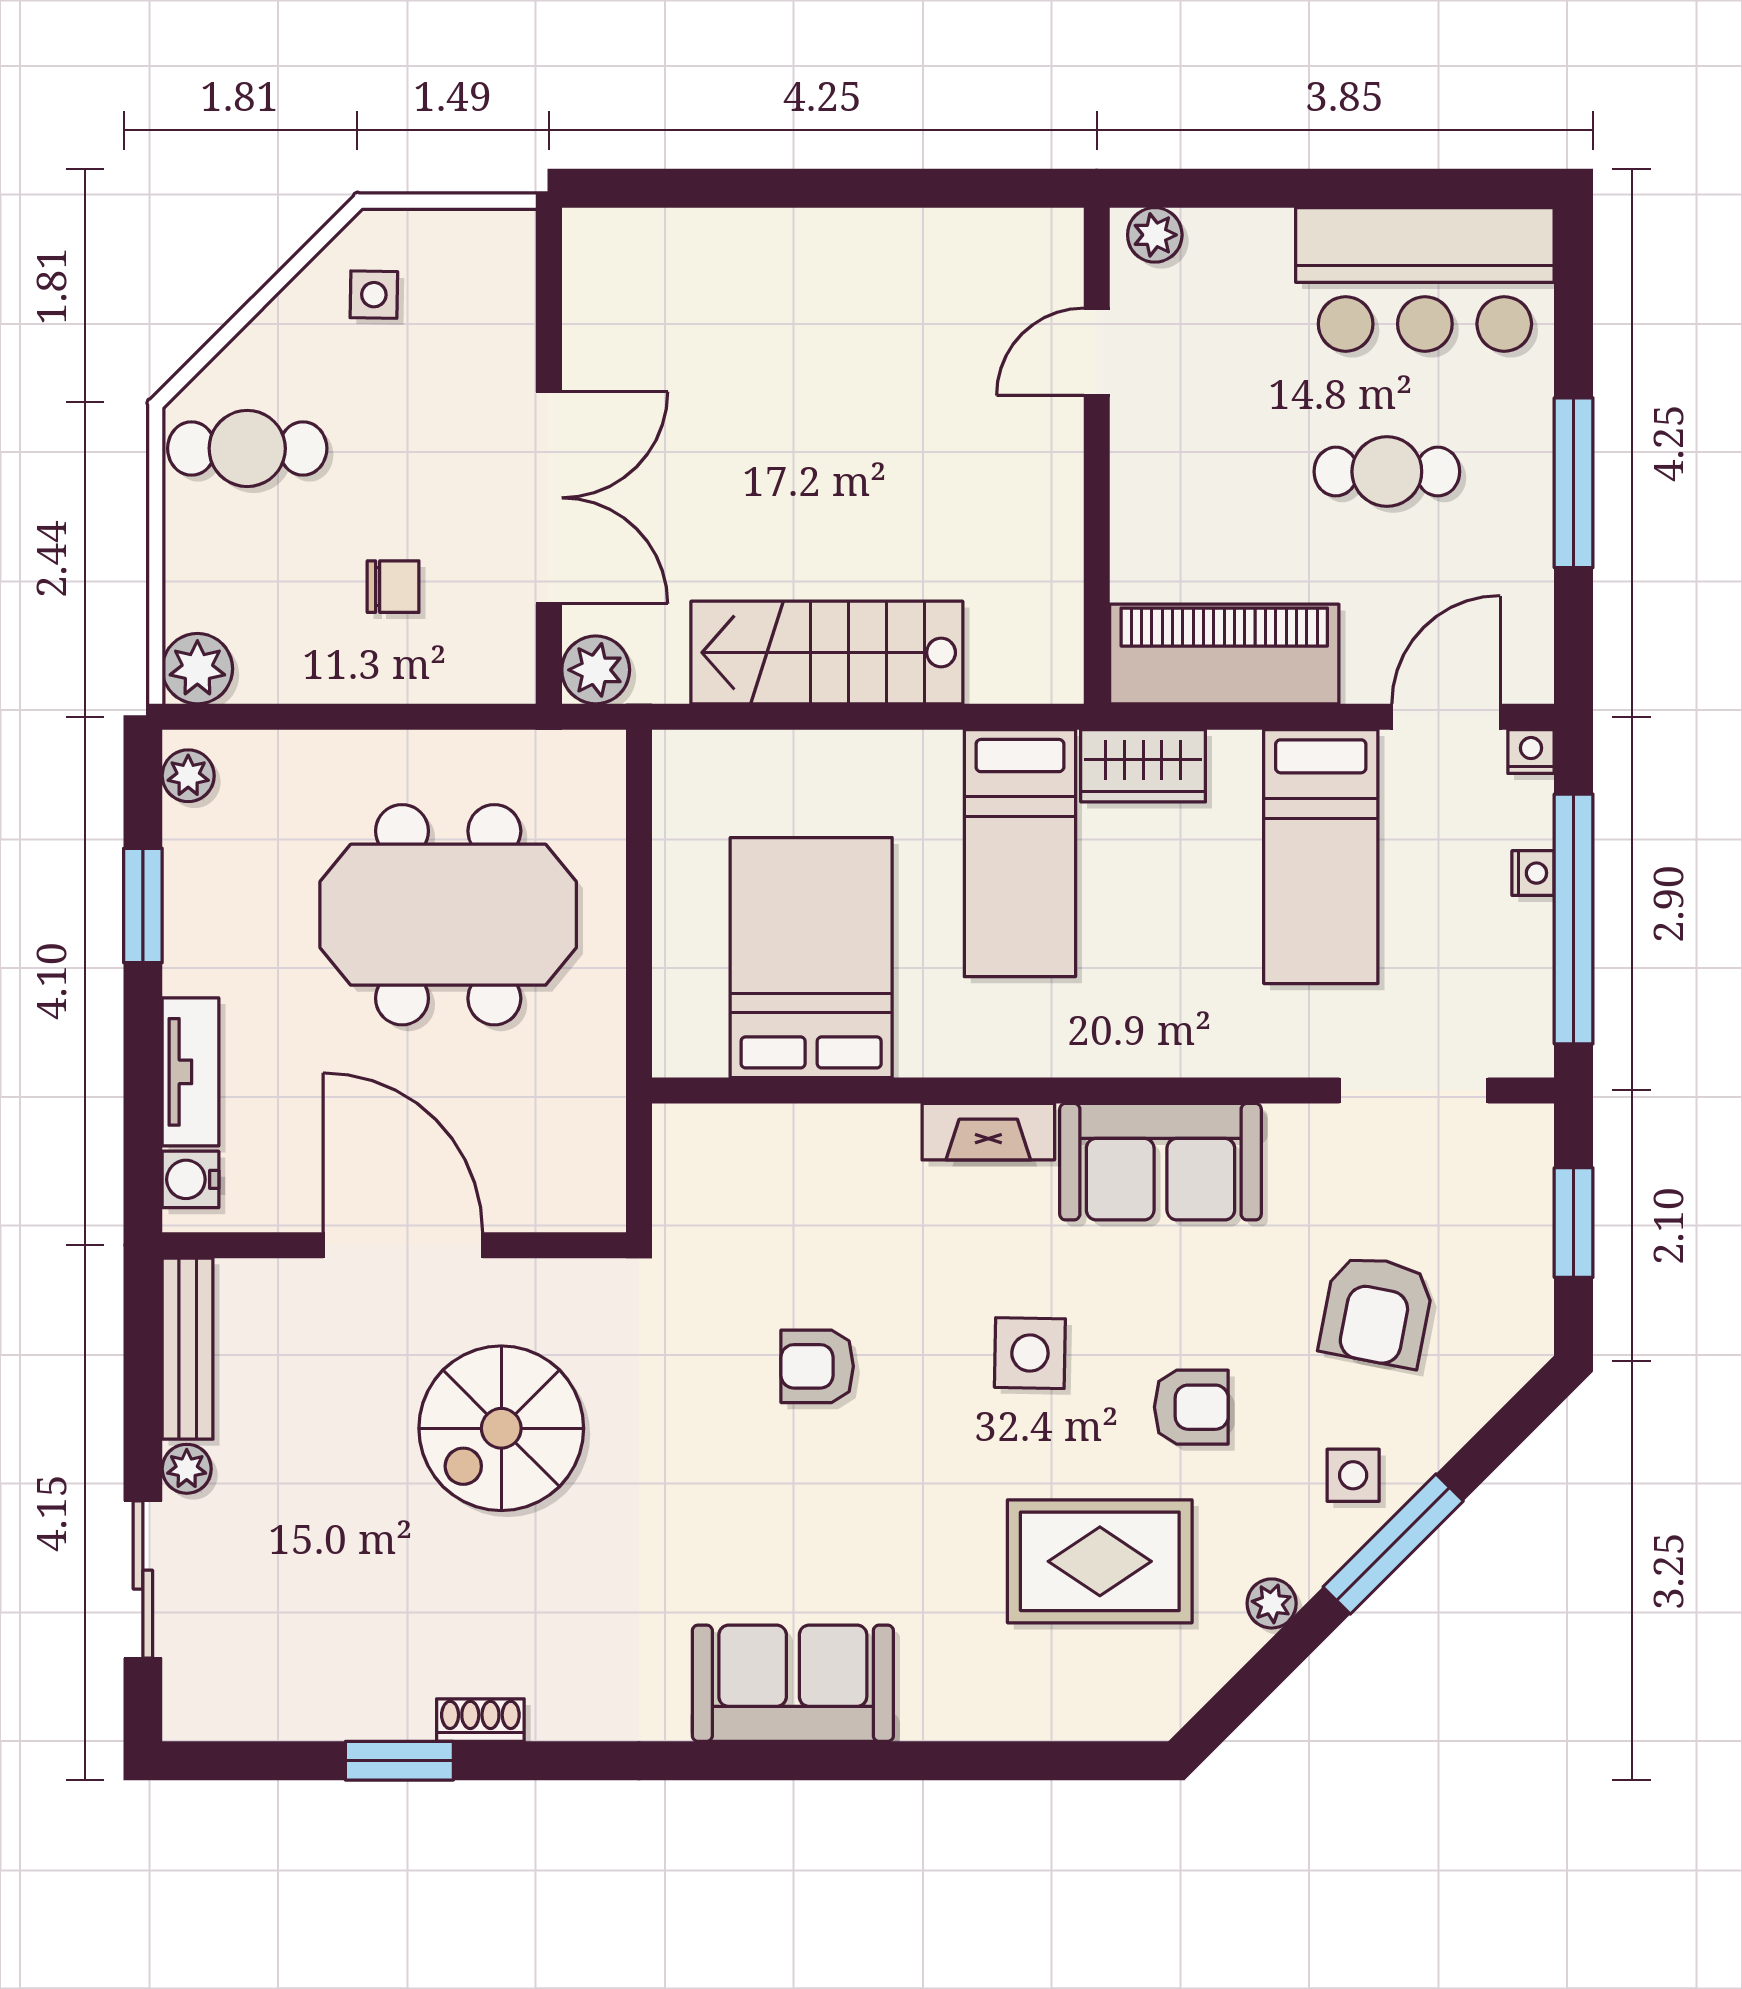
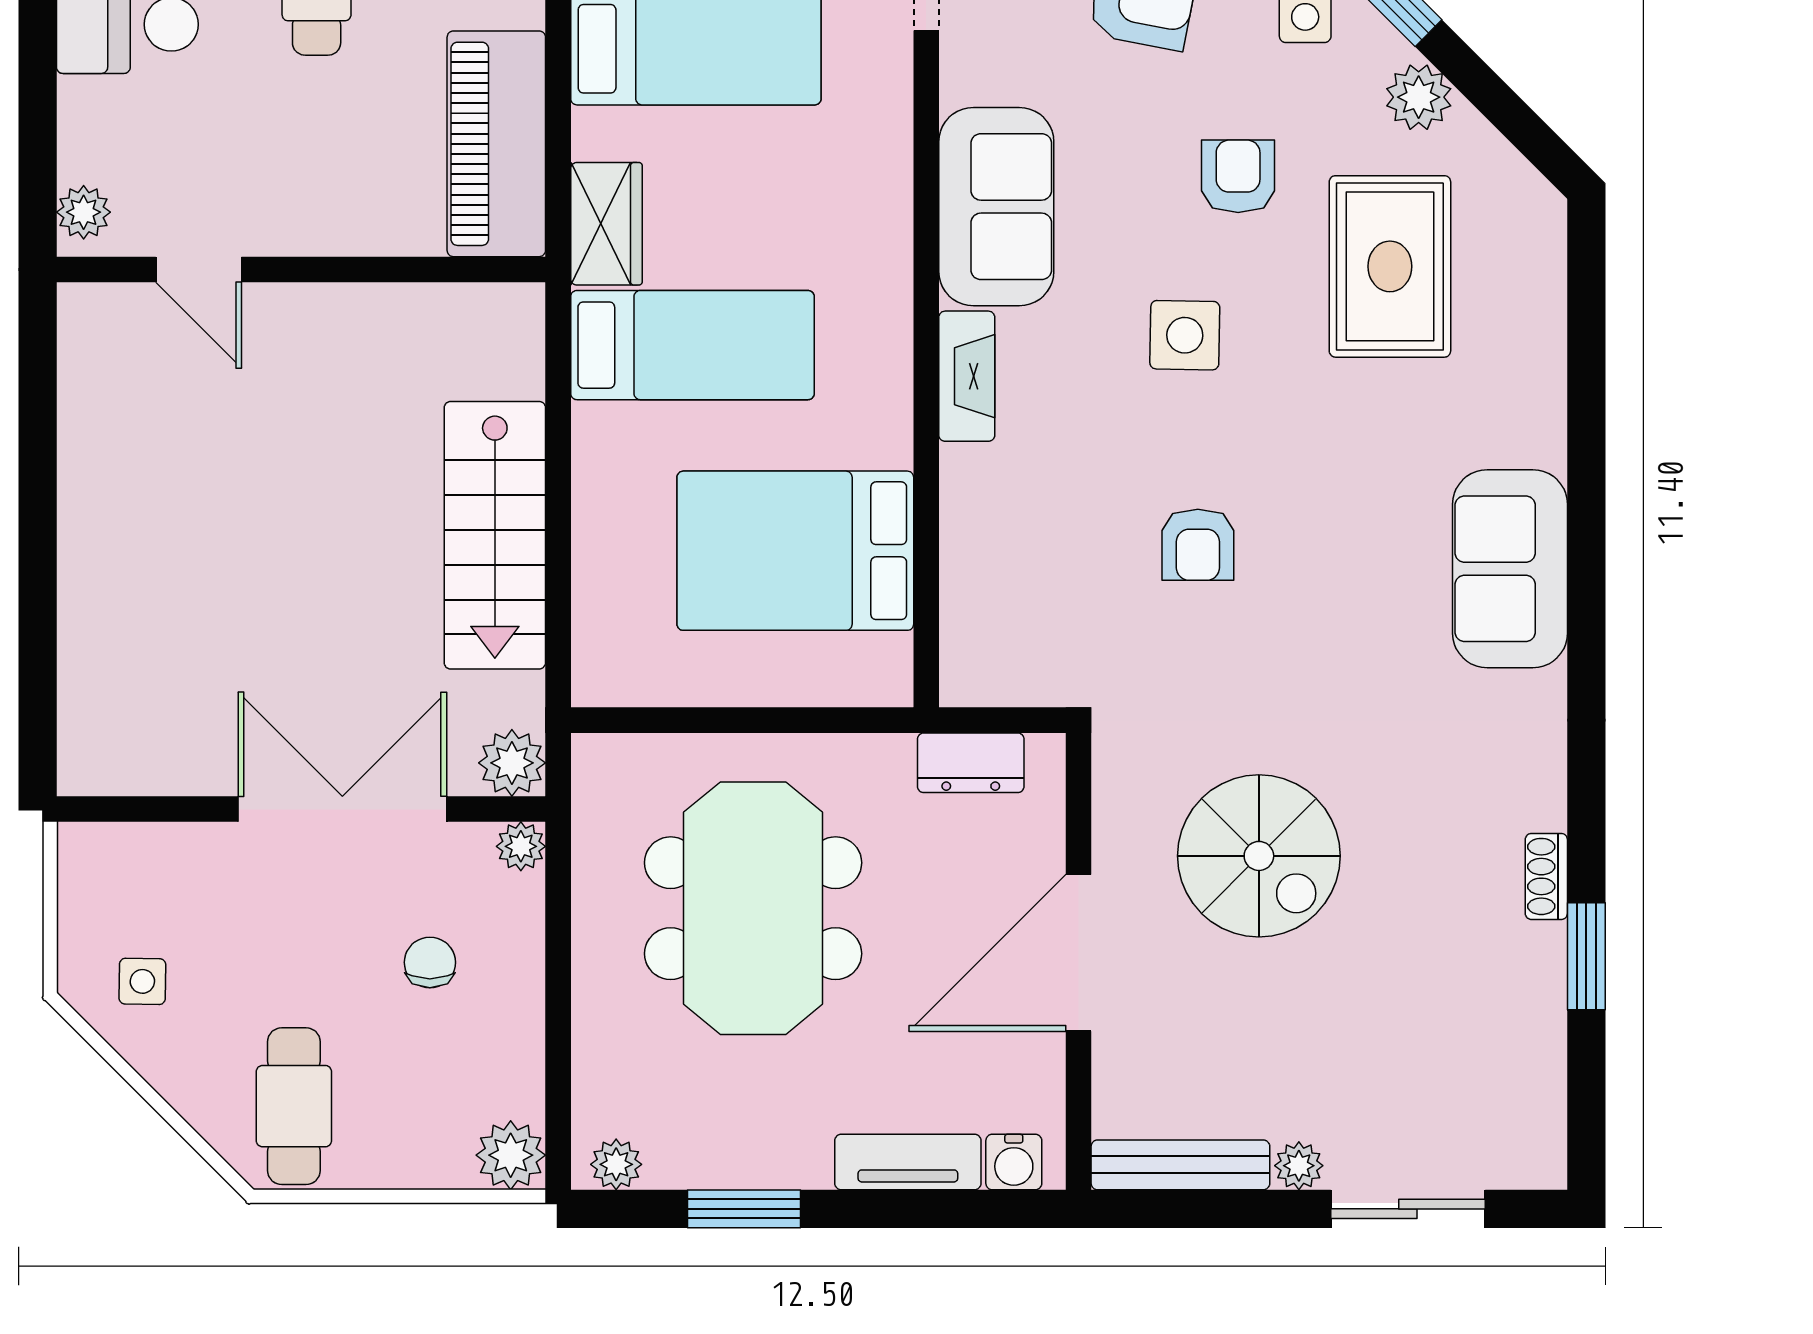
plant: (511, 679) -> (521, 846), added
dresser: (596, 1136) -> (971, 763), added
plant: (1272, 1603) -> (1419, 97), width x1.38, depth x1.38

